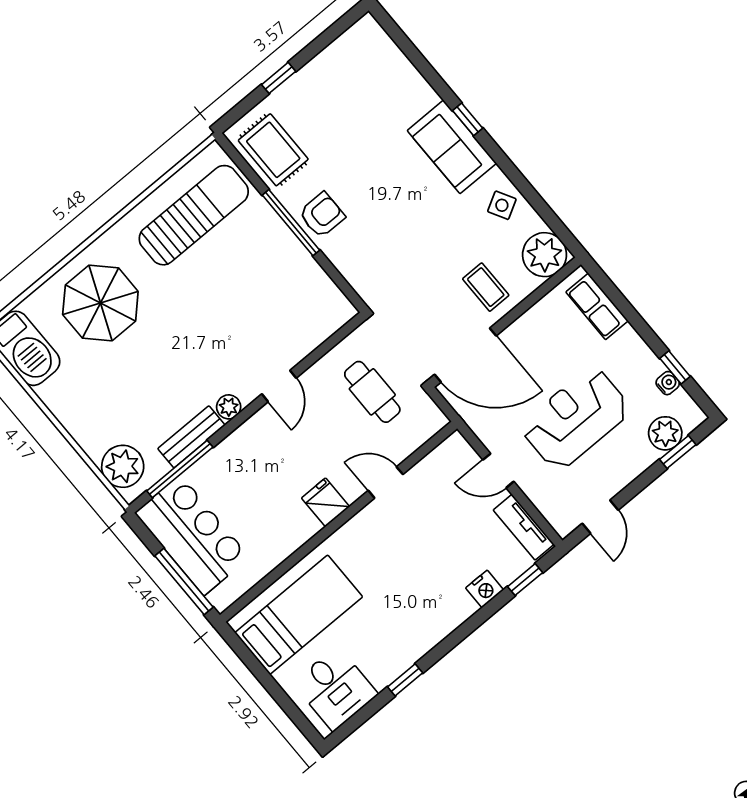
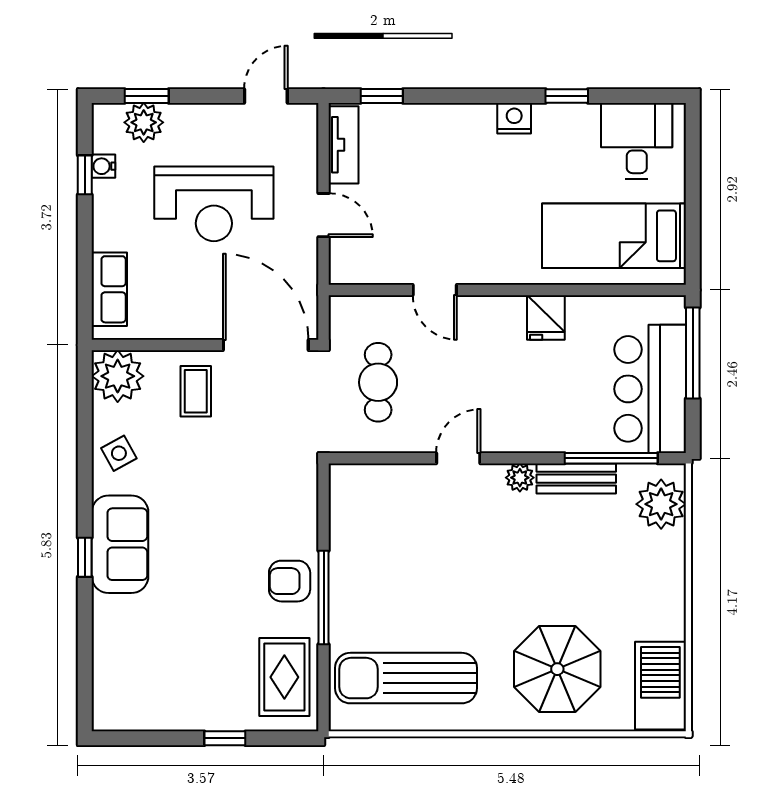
fridge: (326, 502) -> (546, 318), moved
nightstand: (485, 589) -> (514, 118), moved

